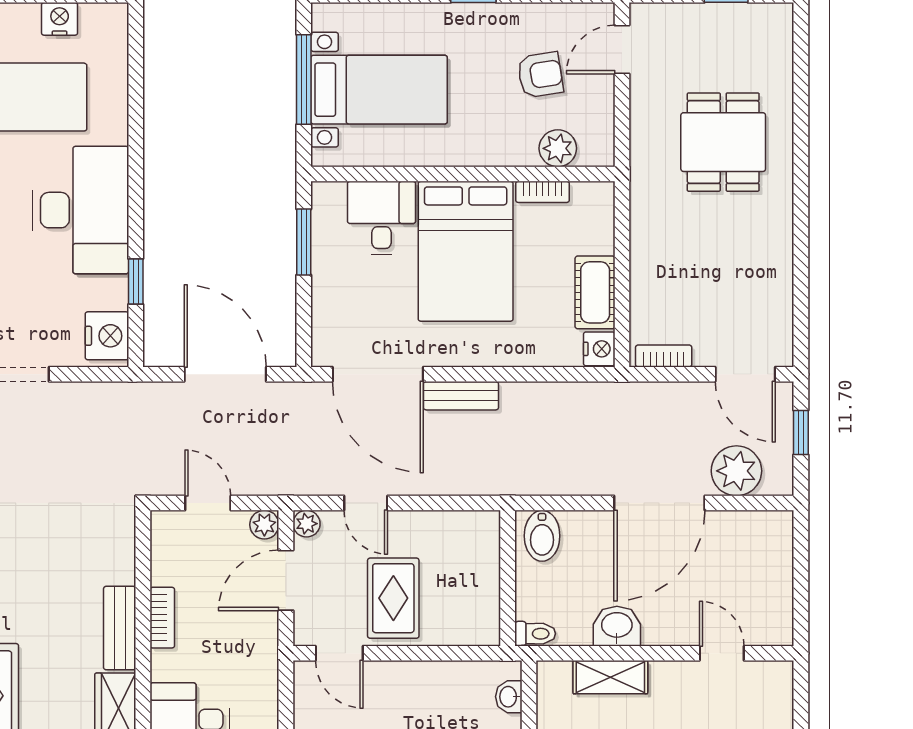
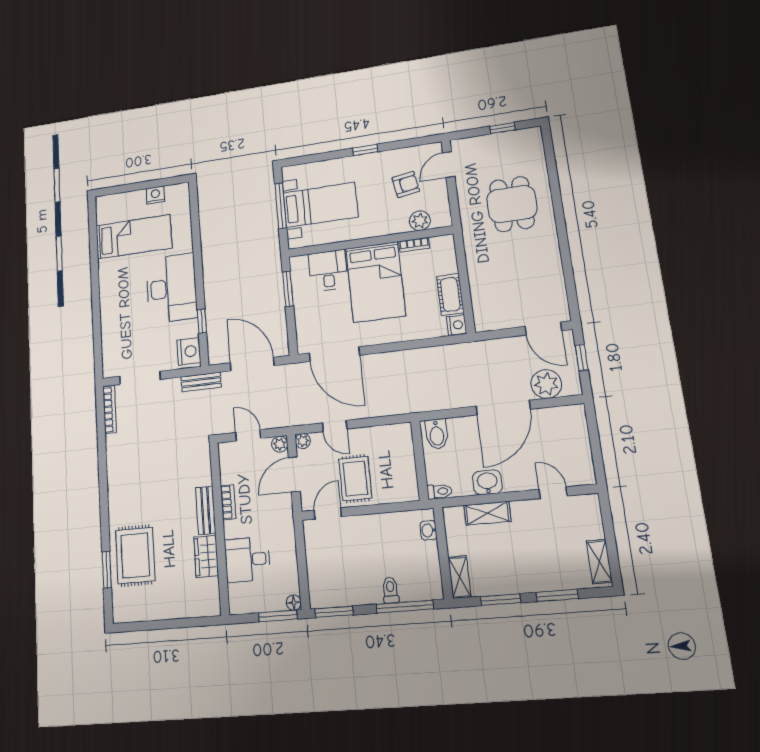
bookcase: (664, 356) -> (494, 324), removed
bench: (461, 396) -> (201, 382), moved
door: (339, 653) -> (328, 513), swing flipped

